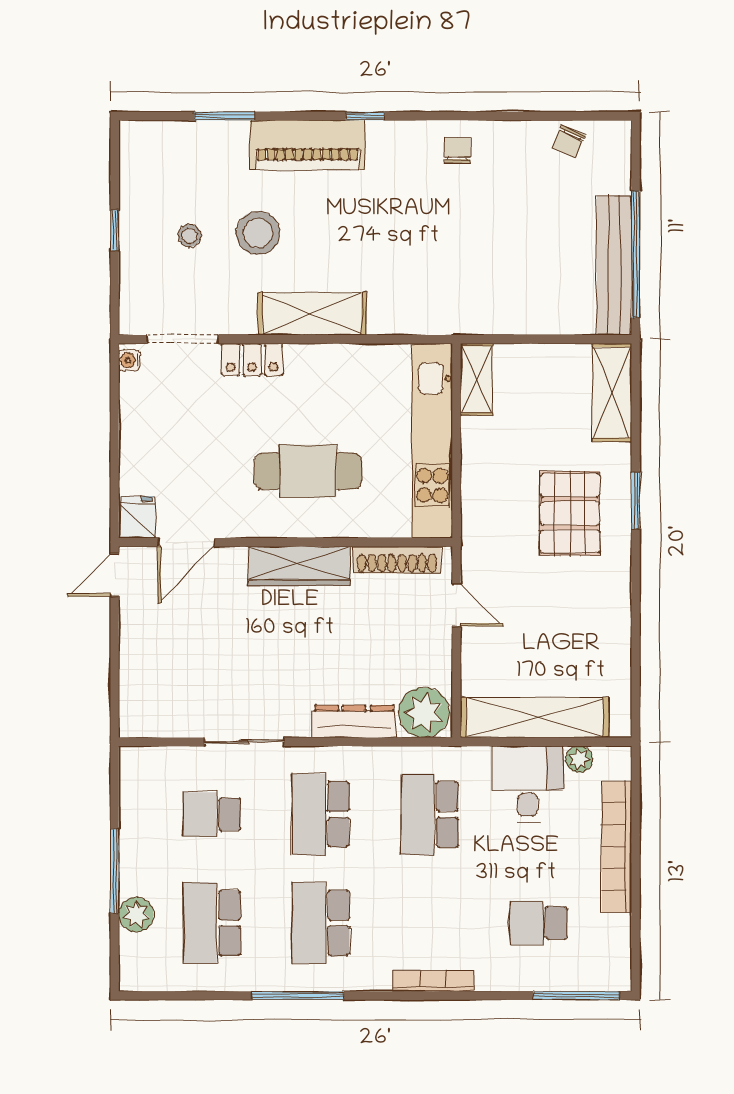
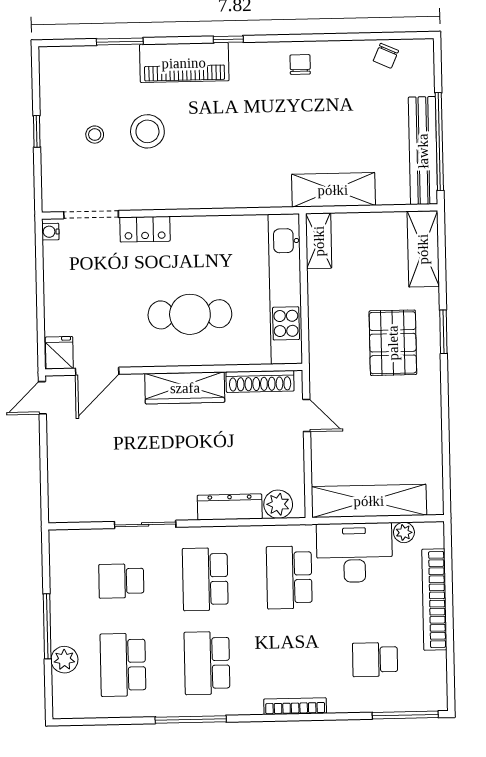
shelving: (312, 314) -> (333, 190), moved
plant: (424, 713) -> (278, 504), width x0.73, depth x0.73
desk: (528, 784) -> (354, 553), width x1.37

